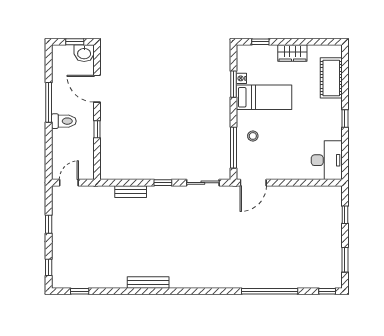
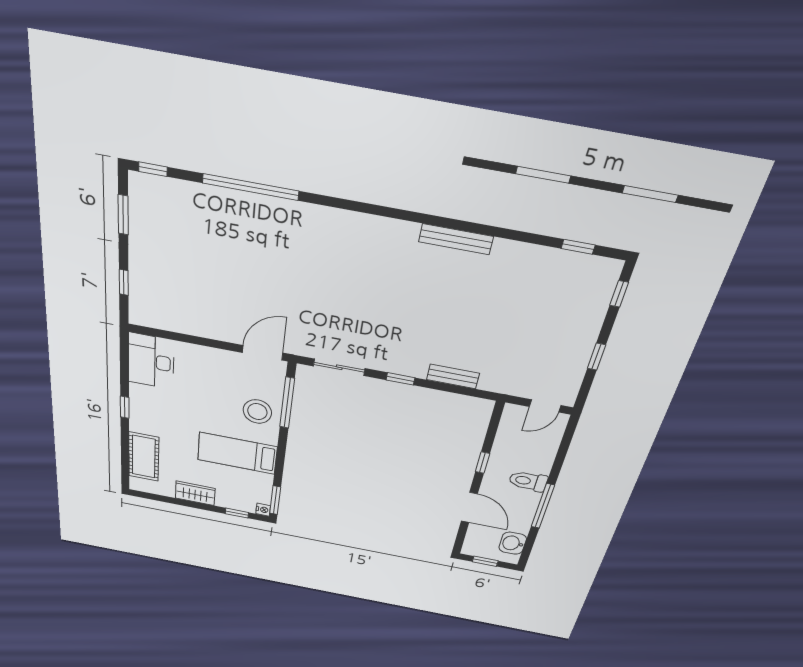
washbasin: (84, 53) -> (513, 543), moved, turned -90
nightstand: (241, 78) -> (263, 510), moved
window: (233, 84) -> (275, 500), moved
stool: (253, 136) -> (257, 412), width x1.89, depth x1.89

